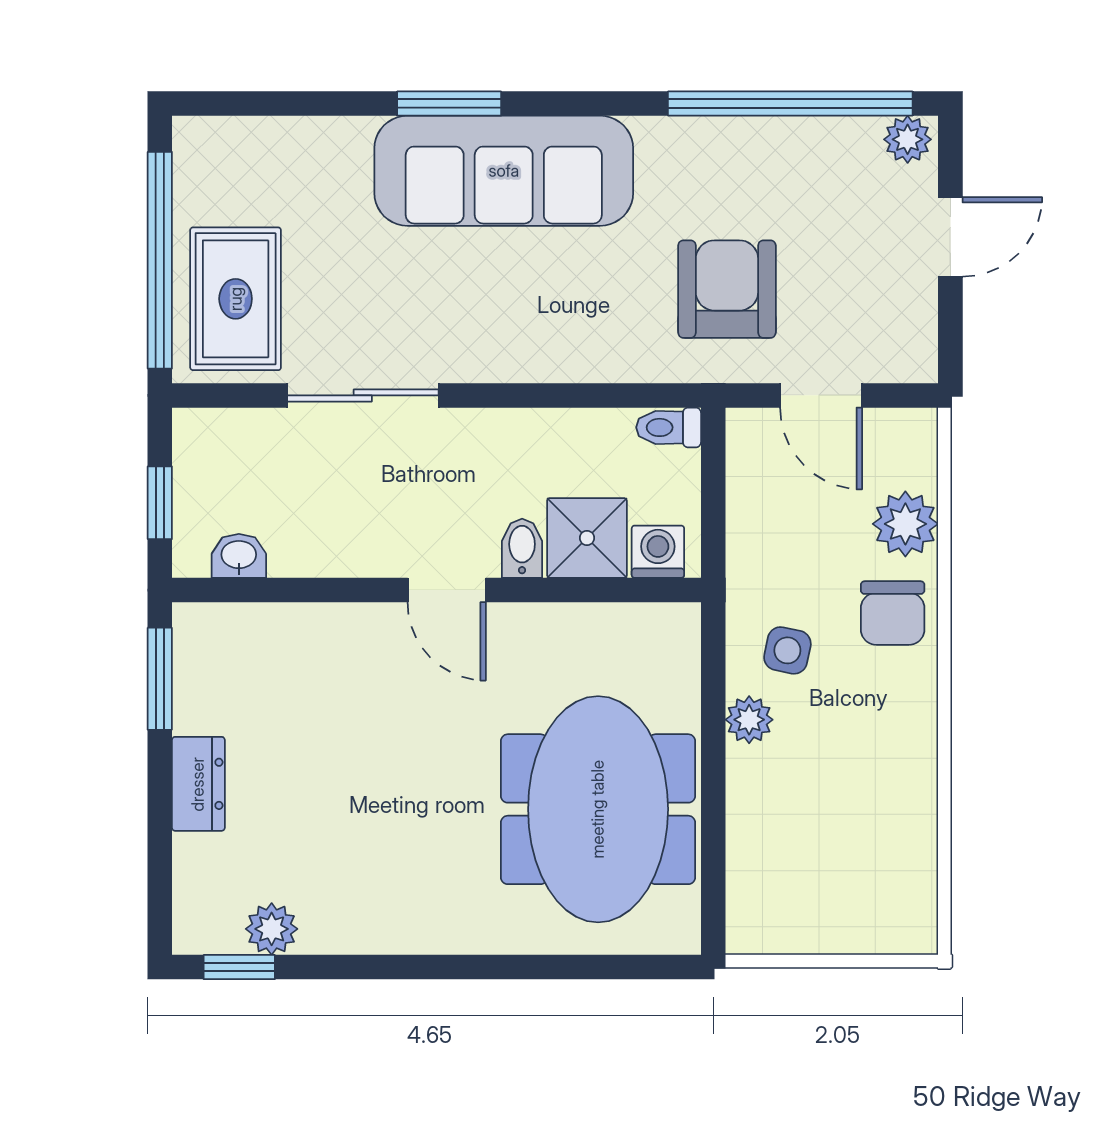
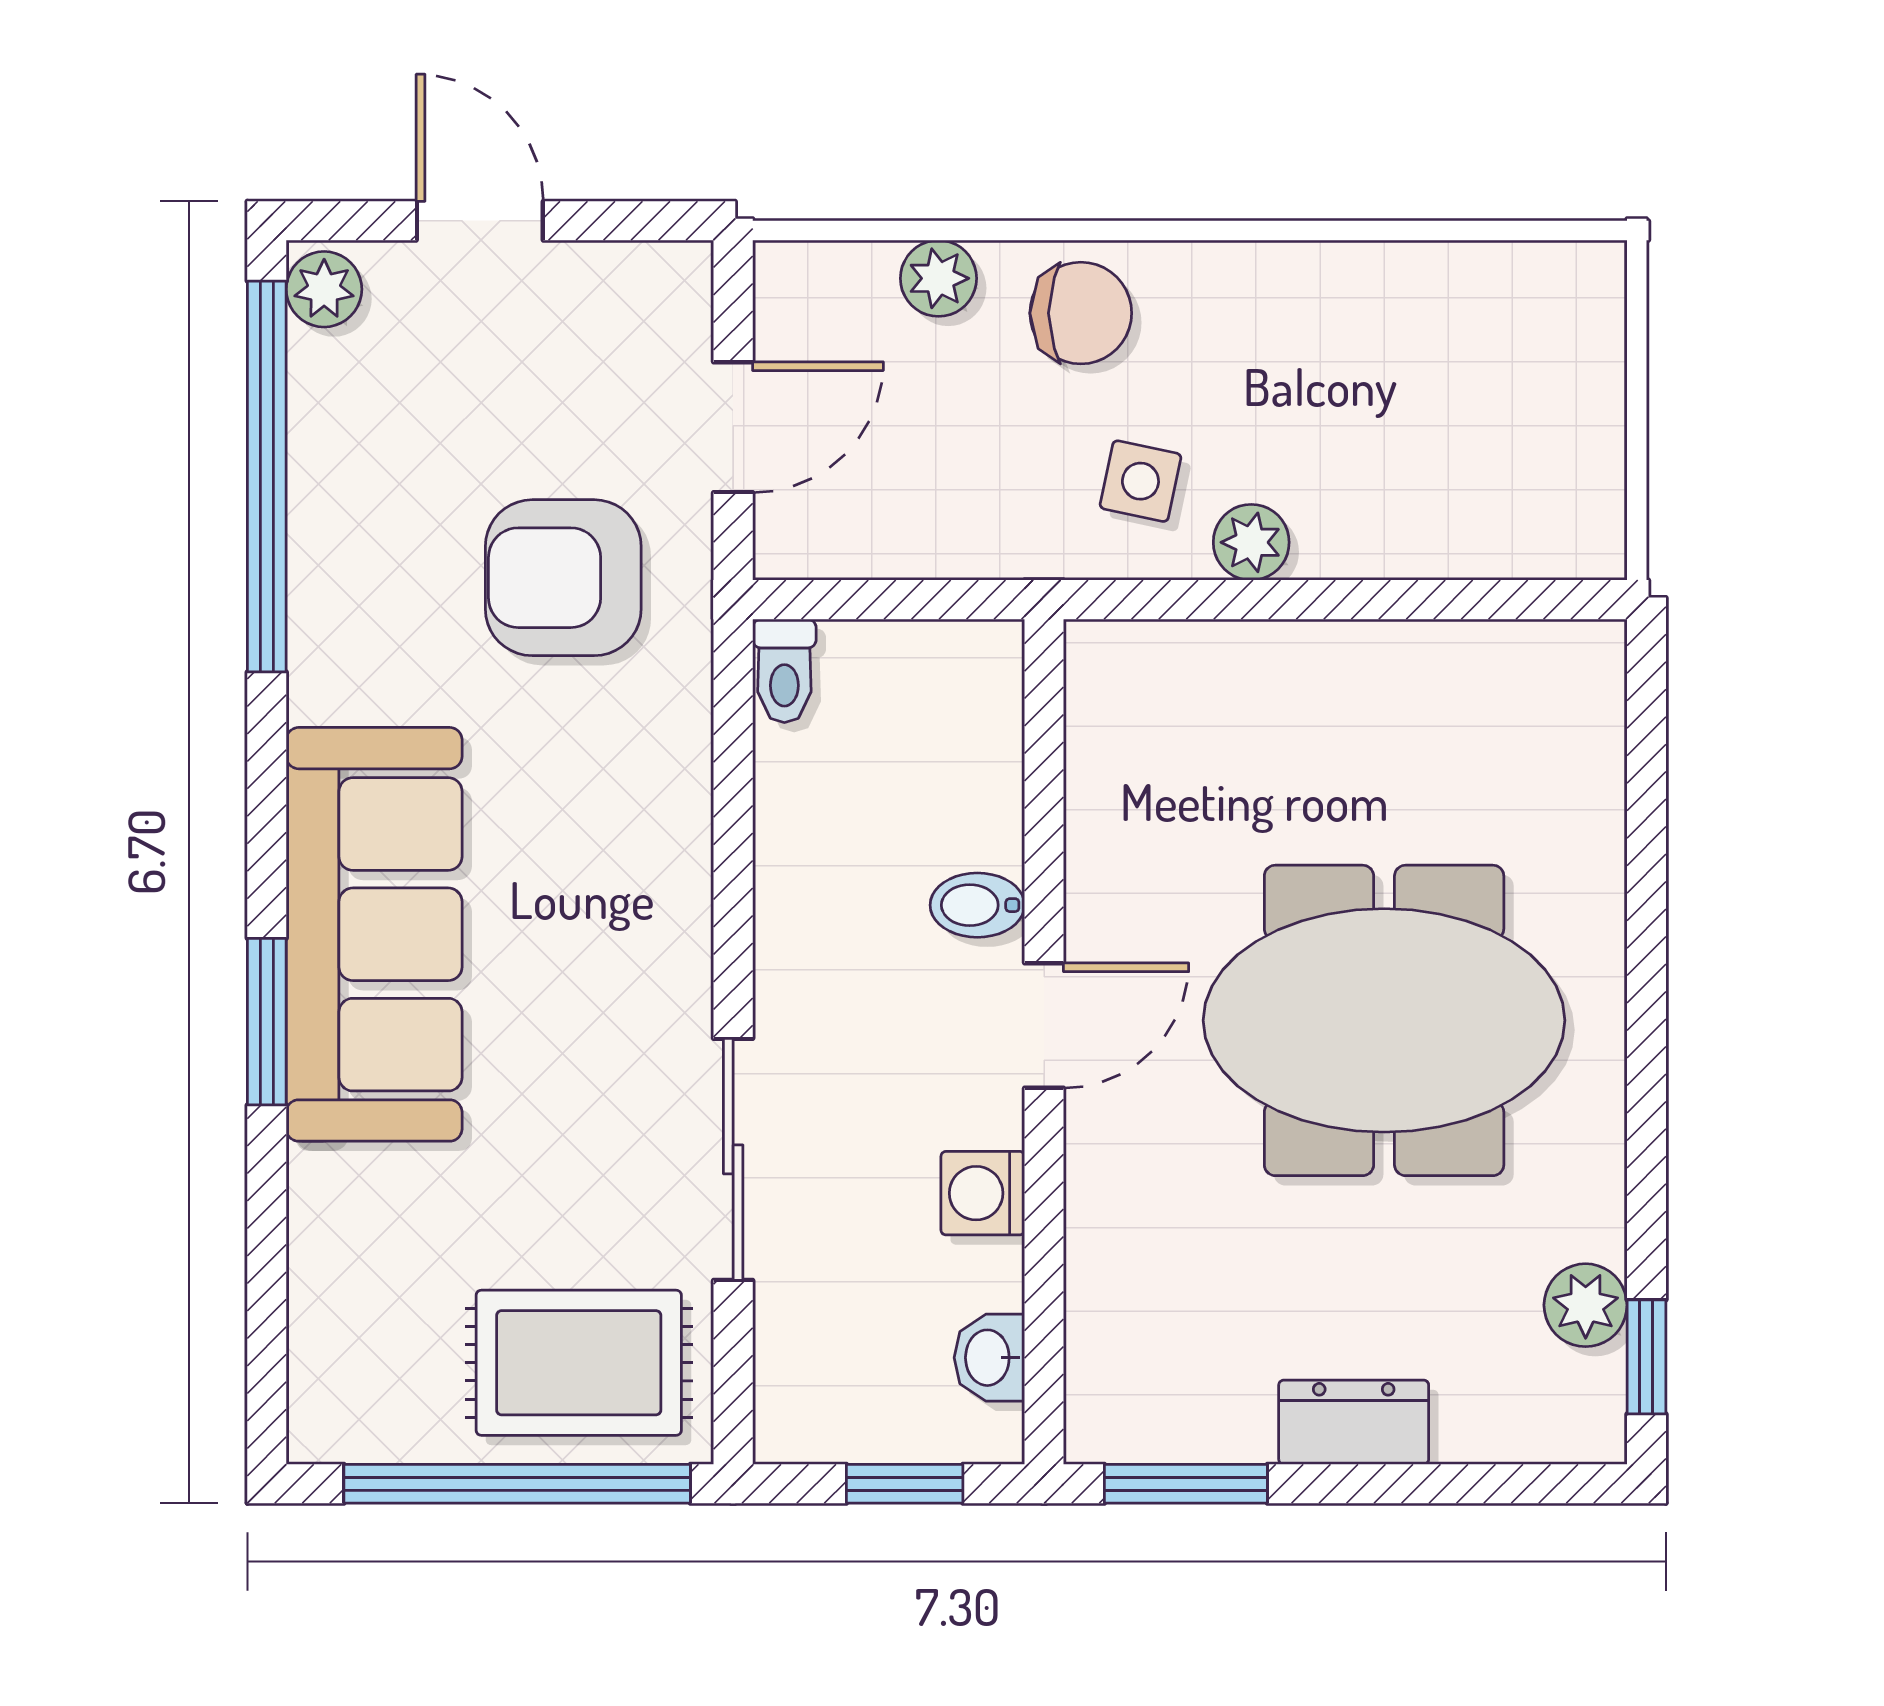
plant: (905, 524) -> (938, 278), width x0.73, depth x0.73
shower: (587, 538) -> (961, 801), removed
washing machine: (658, 552) -> (983, 1193), moved
meeting table: (598, 809) -> (1384, 1020), moved

